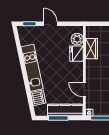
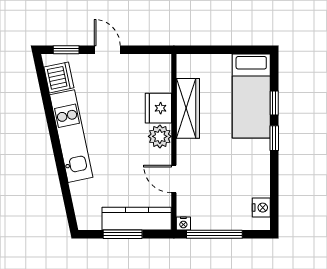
plant: (77, 39) -> (160, 136), moved
wardrobe: (92, 49) -> (188, 108), width x1.50
dishwasher: (38, 98) -> (59, 77), moved

